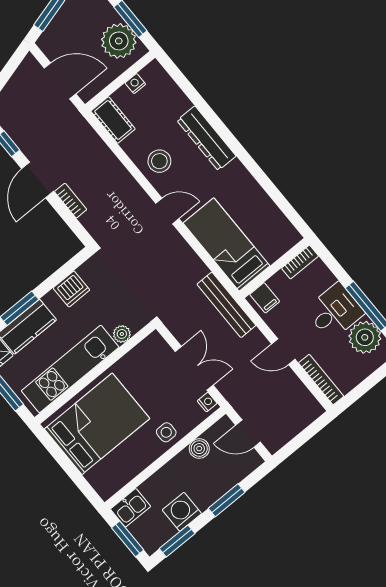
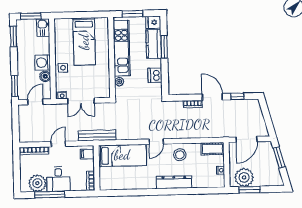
bed: (97, 424) -> (84, 42), width x0.67
window: (227, 500) -> (15, 86), moved
washing machine: (182, 512) -> (43, 63), moved, turned 180

